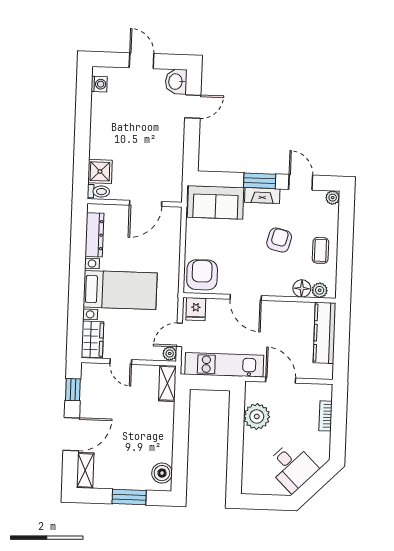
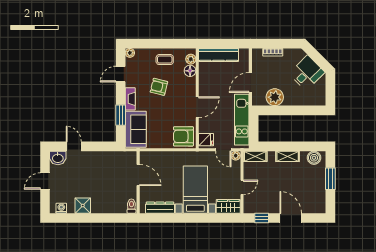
shower: (100, 171) -> (83, 206), moved
window: (260, 181) -> (121, 115), moved
shelving: (85, 470) -> (288, 156), moved

